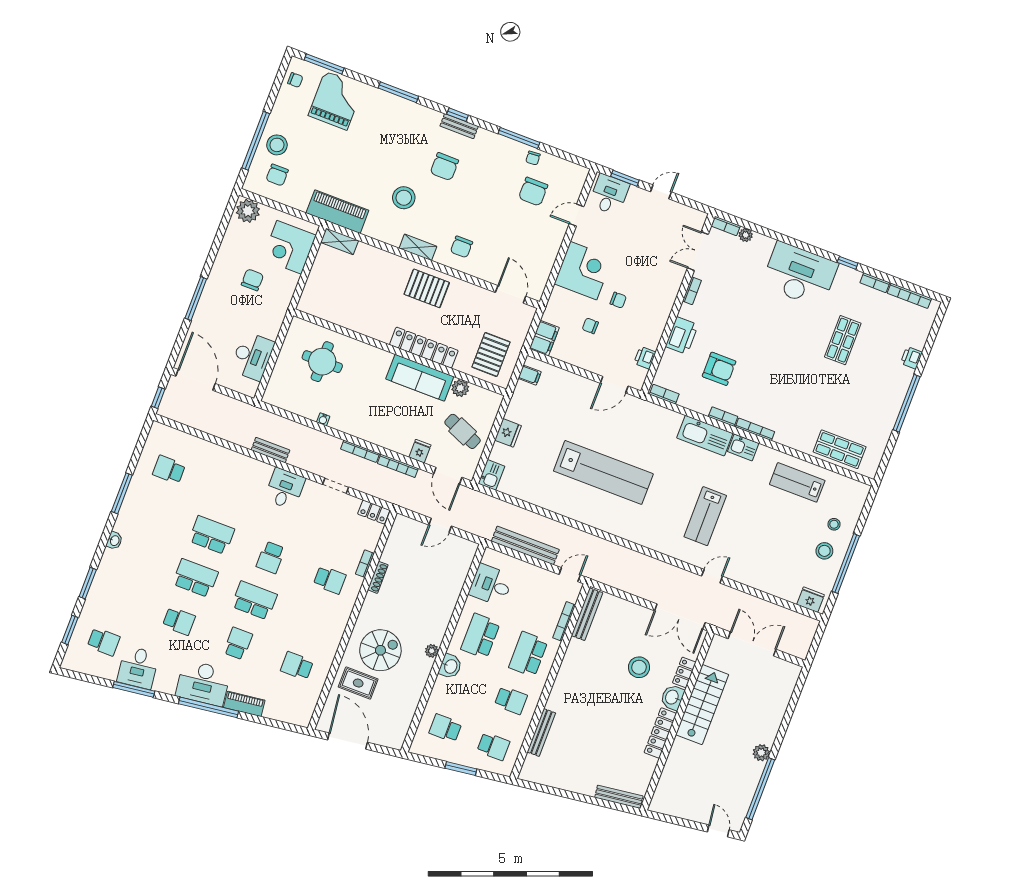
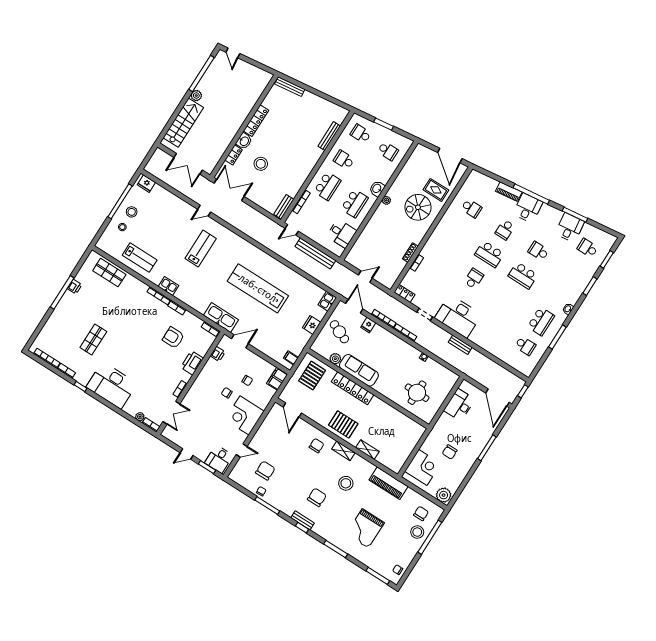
grand piano: (336, 101) -> (365, 528), moved
shelving: (340, 241) -> (367, 450), moved
printer: (911, 358) -> (75, 287), moved
kitchen sink: (705, 436) -> (221, 318), moved
desk: (285, 489) -> (458, 316), width x1.87, depth x1.30
school desk: (212, 535) -> (541, 321), moved, turned -90
school desk: (330, 580) -> (440, 257), removed
bench: (587, 614) -> (284, 207), width x0.73
desk: (203, 683) -> (528, 208), width x0.73
stairs: (702, 705) -> (183, 123), moved, turned 180

